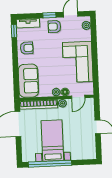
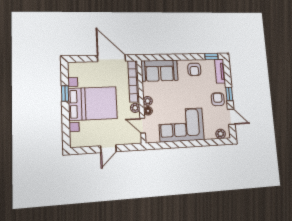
bed with nightstands: (52, 140) -> (93, 103), width x1.36
window: (50, 164) -> (65, 93), width x0.32

